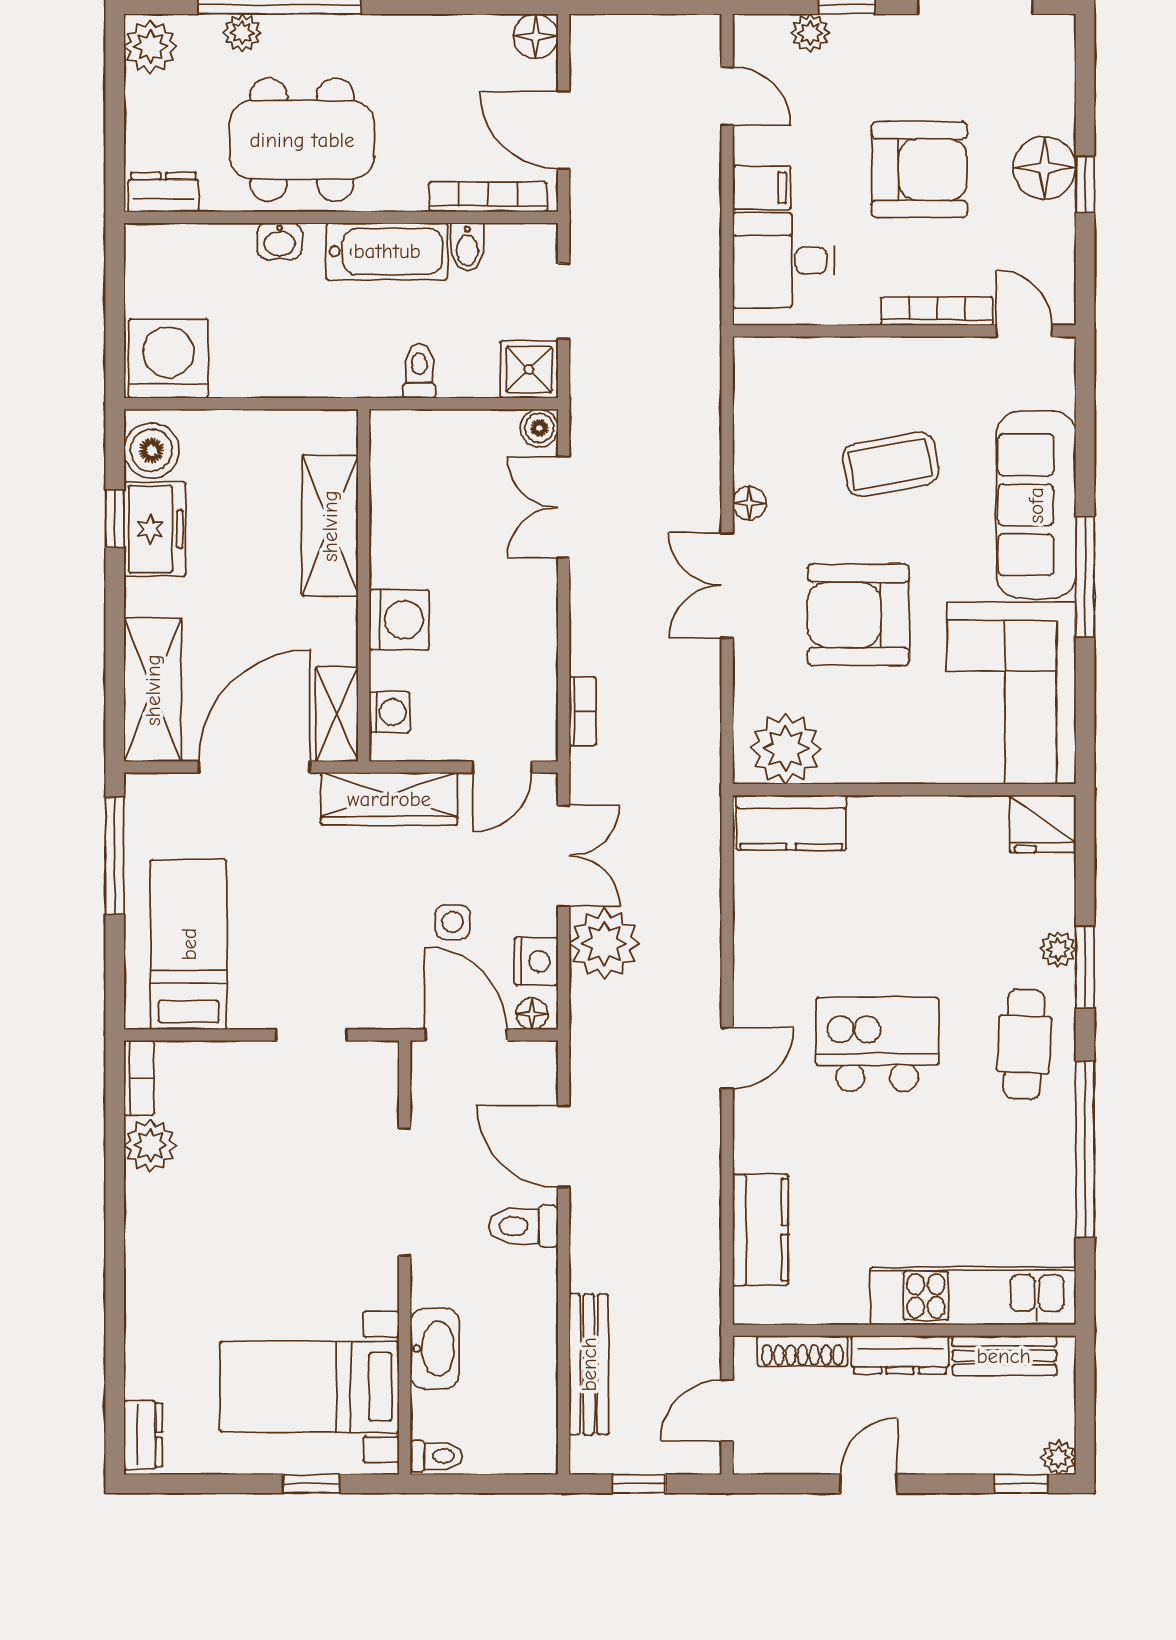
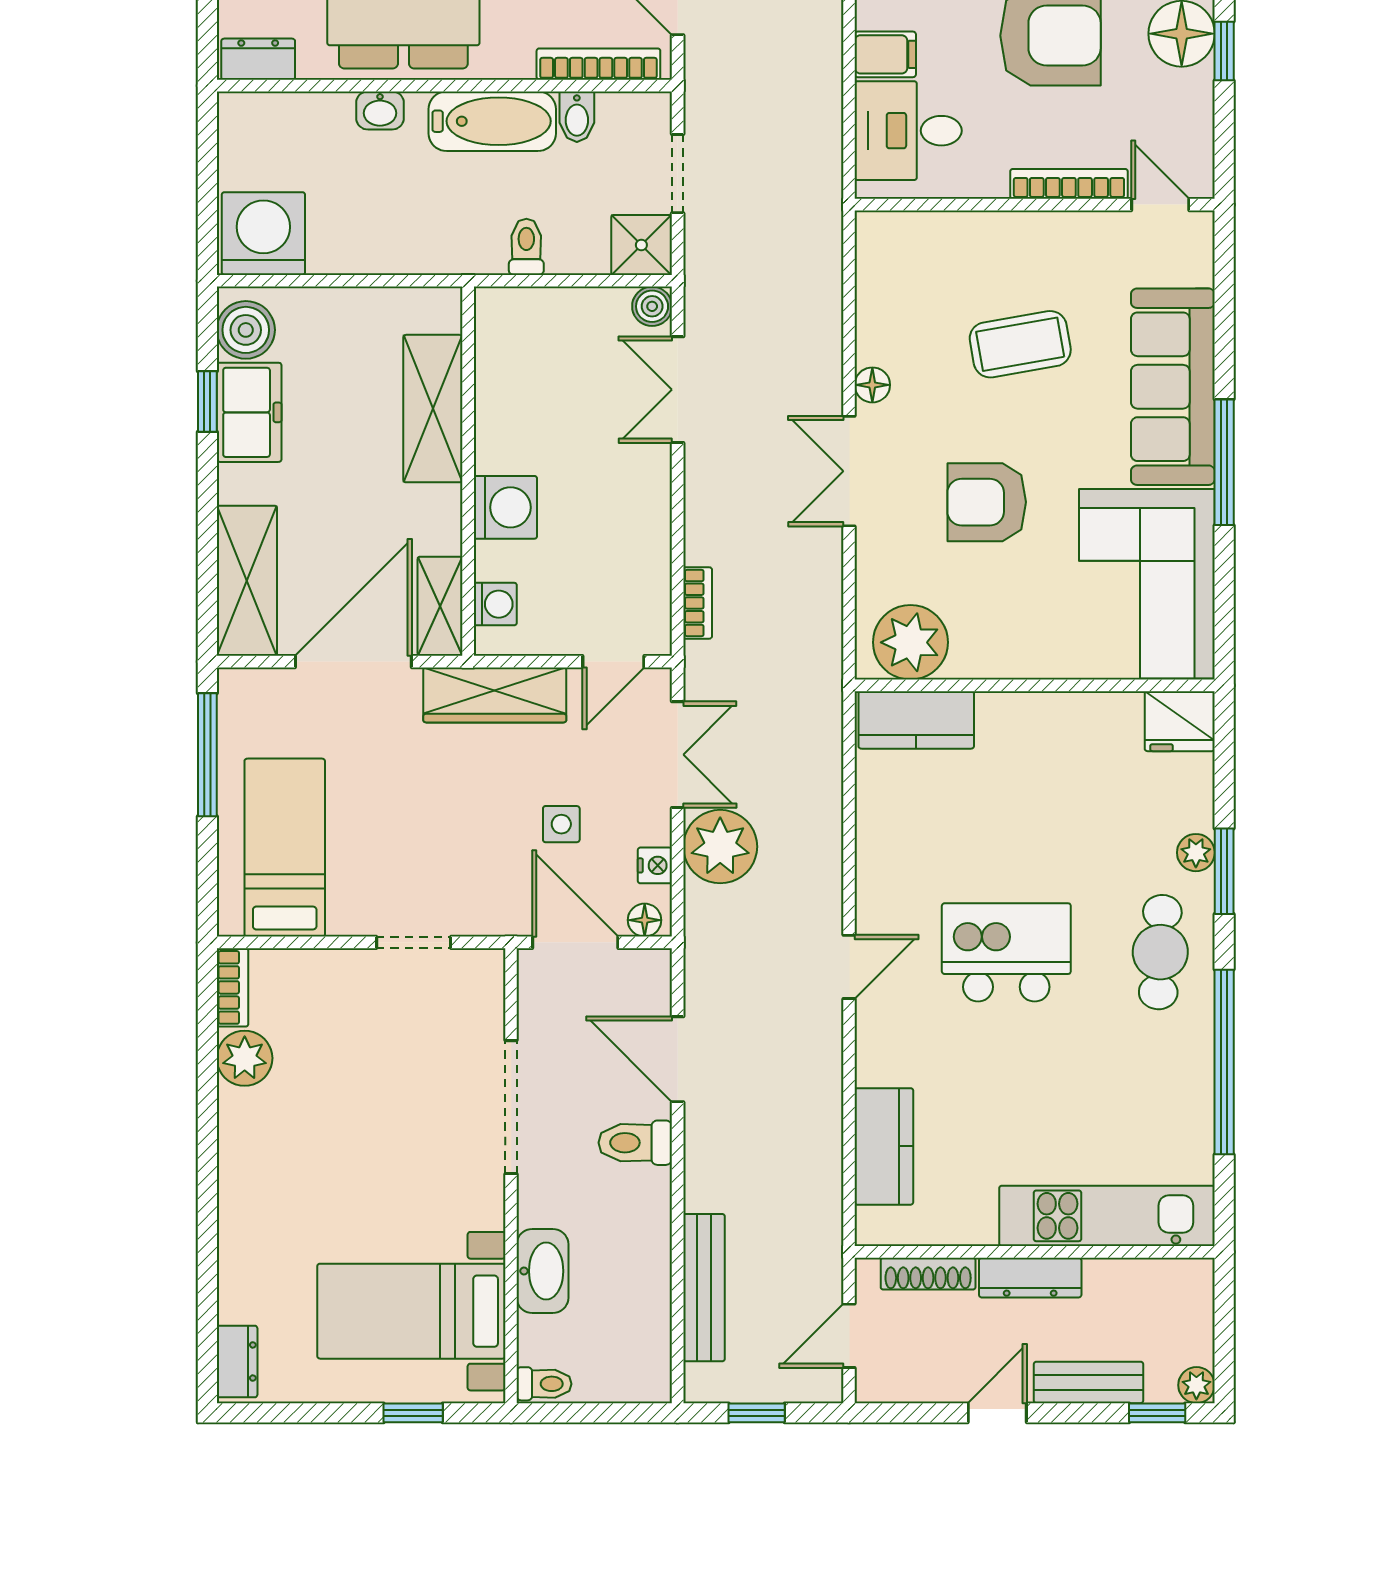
armchair: (858, 615) -> (987, 502), width x0.73, depth x0.73
nightstand: (536, 961) -> (655, 865), width x0.72, depth x0.74
bench: (1004, 1356) -> (1089, 1382), moved

